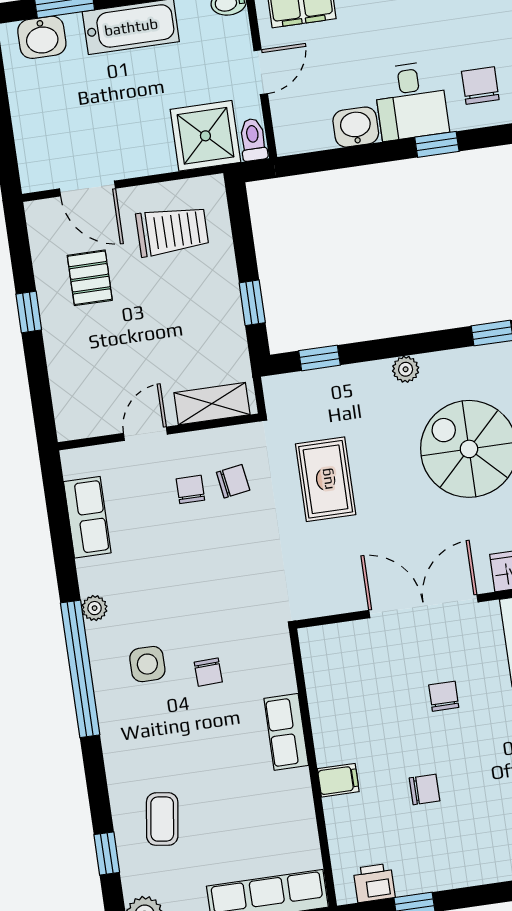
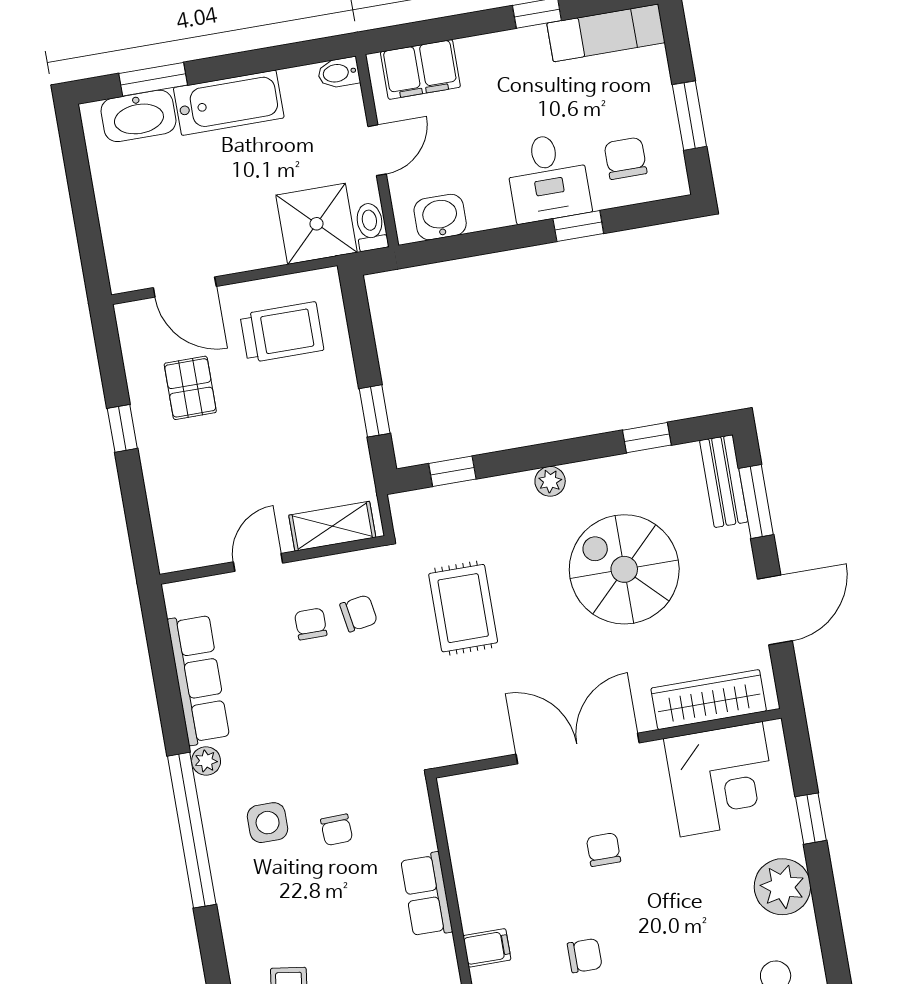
washbasin: (42, 37) -> (138, 116), width x1.38
washbasin: (356, 127) -> (440, 217), moved
row of seats: (87, 517) -> (198, 679), width x1.48

